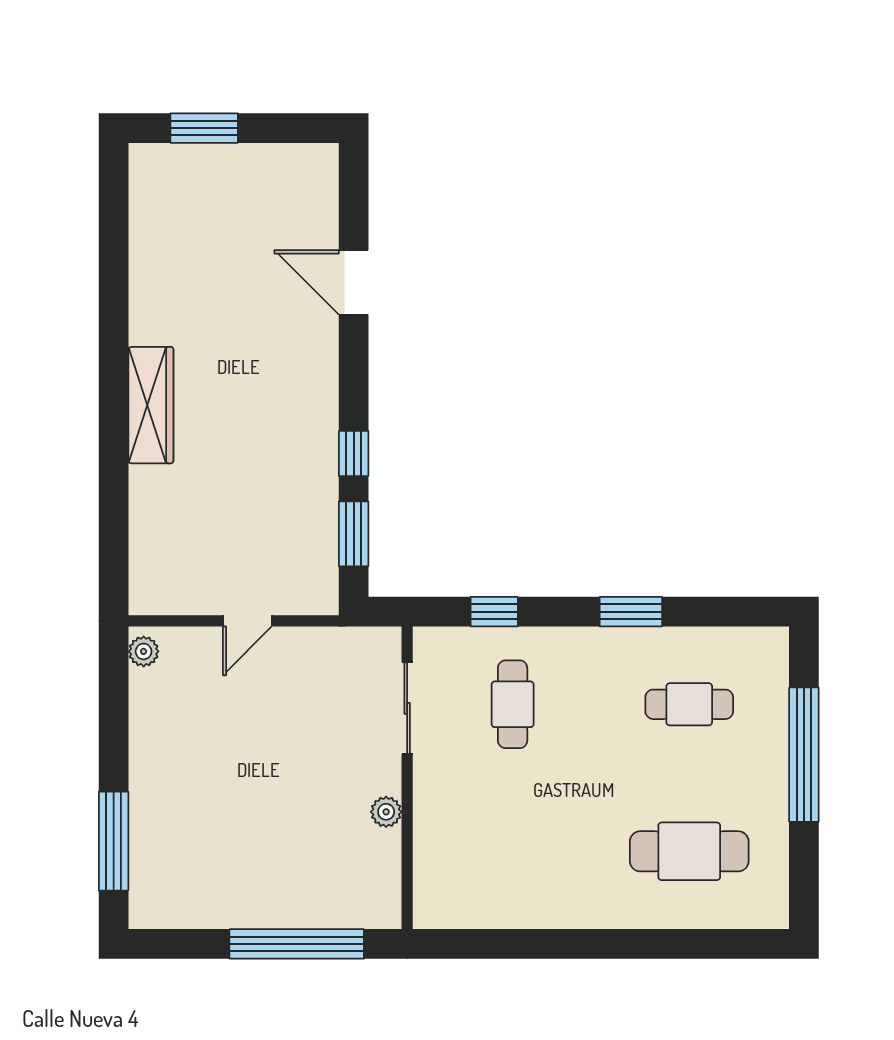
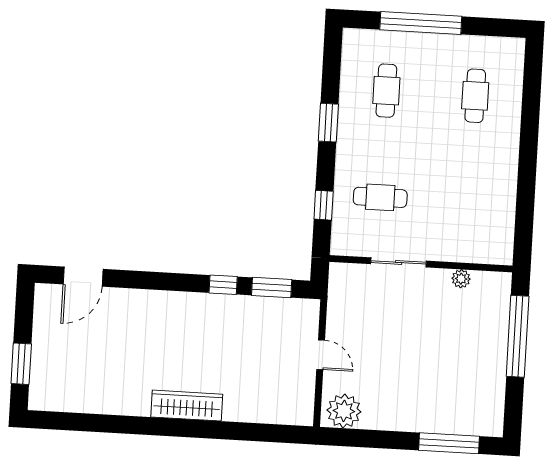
door: (354, 282) -> (83, 277), moved
plant: (144, 651) -> (344, 411), width x1.88, depth x1.88
sliding door: (407, 708) -> (399, 262), moved
plant: (386, 812) -> (461, 279), moved
cafe table: (689, 851) -> (475, 96), width x0.73, depth x0.74

